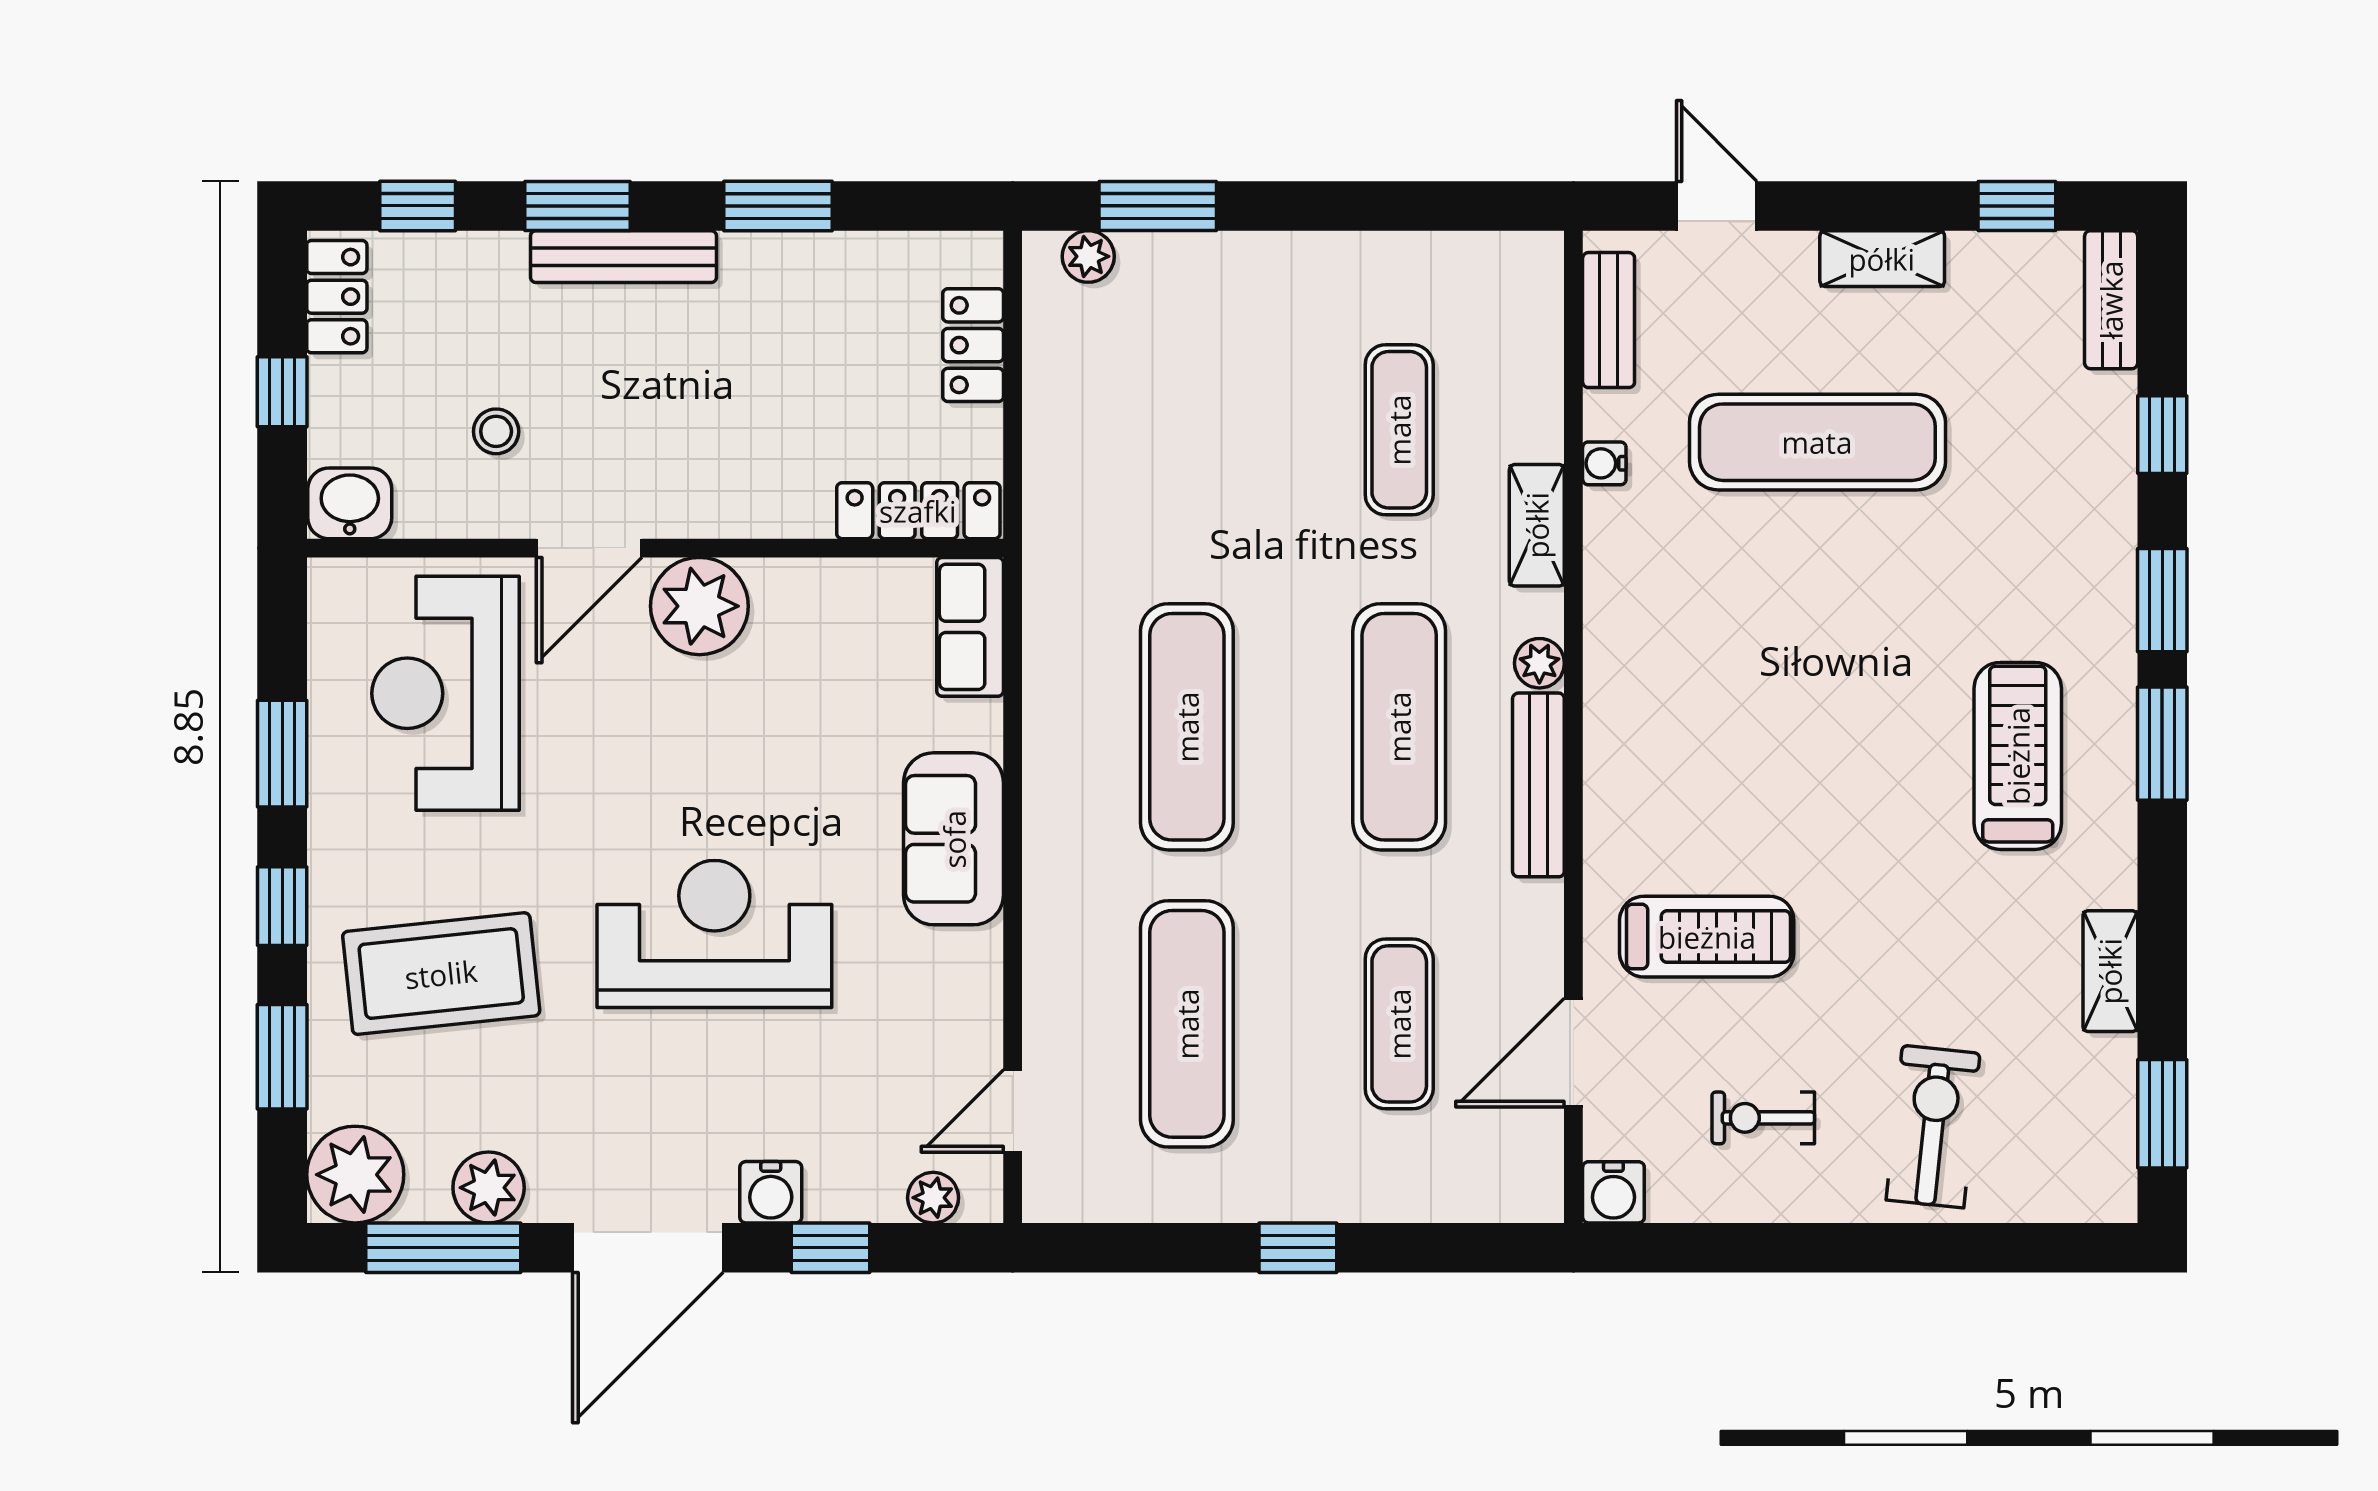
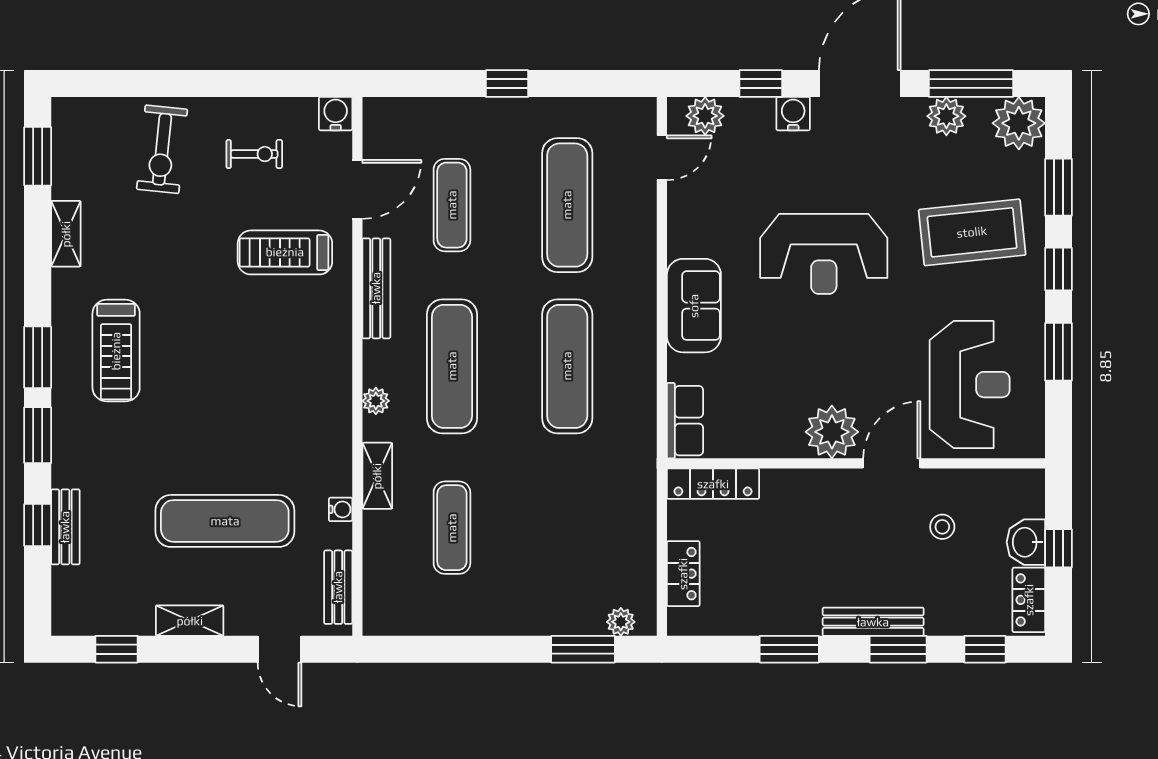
bench: (2111, 300) -> (65, 527), moved
washbasin: (350, 503) -> (1026, 542), moved, turned 90
bench: (1538, 785) -> (376, 288), moved
plant: (933, 1198) -> (705, 116), width x1.38, depth x1.38

